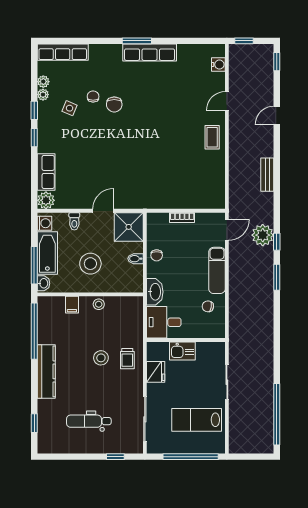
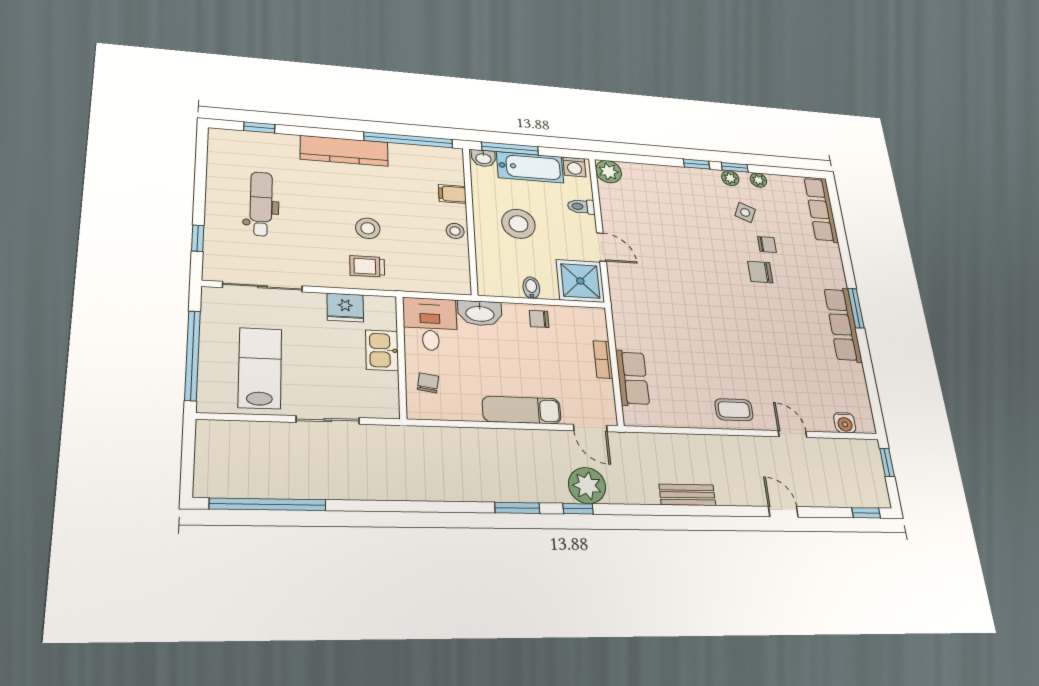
plant: (43, 82) -> (730, 178), moved
row of seats: (46, 172) -> (632, 378), moved, turned -90
chair: (208, 306) -> (428, 383), moved

